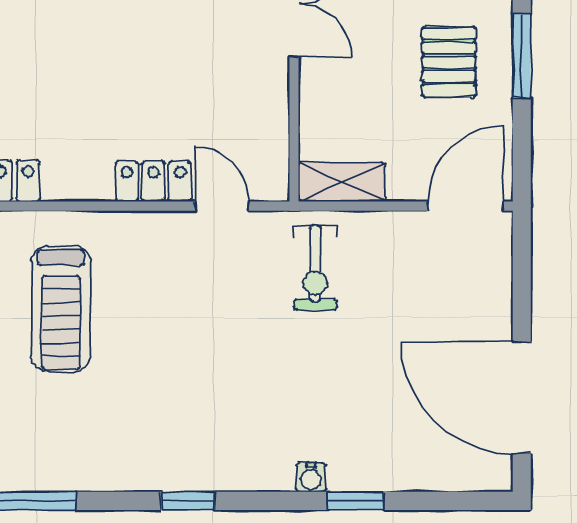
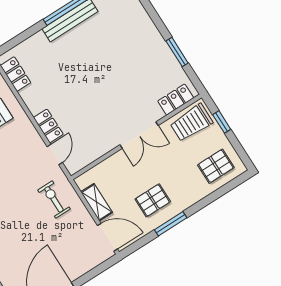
shelving: (342, 182) -> (97, 202), moved
exercise bike: (315, 268) -> (54, 199), turned 90

